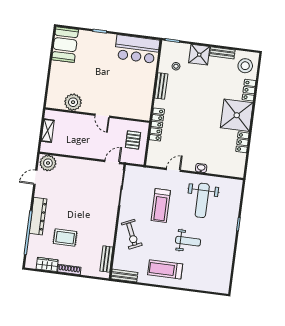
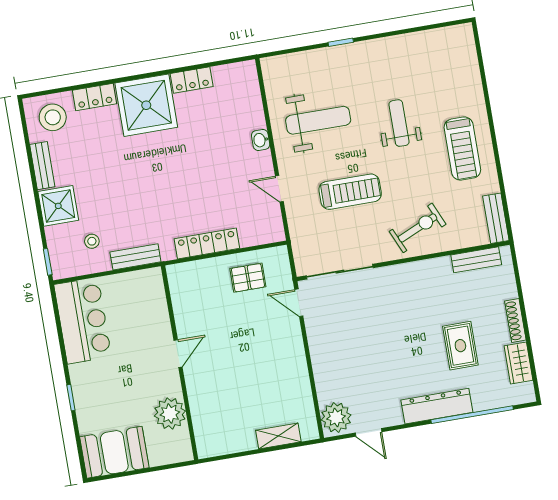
plant: (73, 102) -> (170, 414), moved
wall: (97, 115) -> (180, 363), moved
door: (102, 116) -> (178, 354), moved

